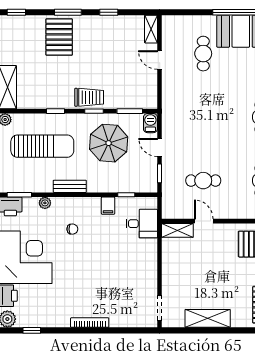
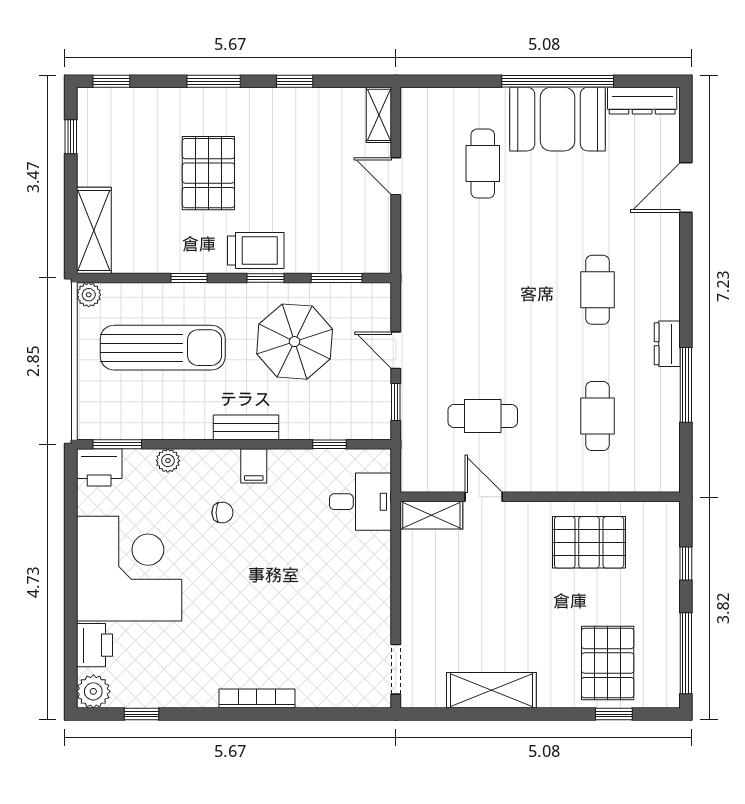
pallet: (59, 37) -> (208, 173), moved
barbecue: (150, 123) -> (378, 302), removed
bench: (70, 186) -> (246, 427), moved
filing cabinet: (108, 206) -> (254, 466), moved

